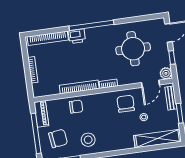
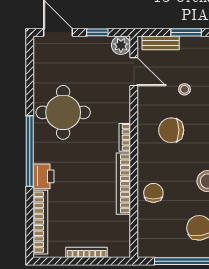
round table: (133, 49) -> (63, 112), moved
chair: (126, 104) -> (171, 130), moved
piano: (41, 114) -> (157, 249), removed

